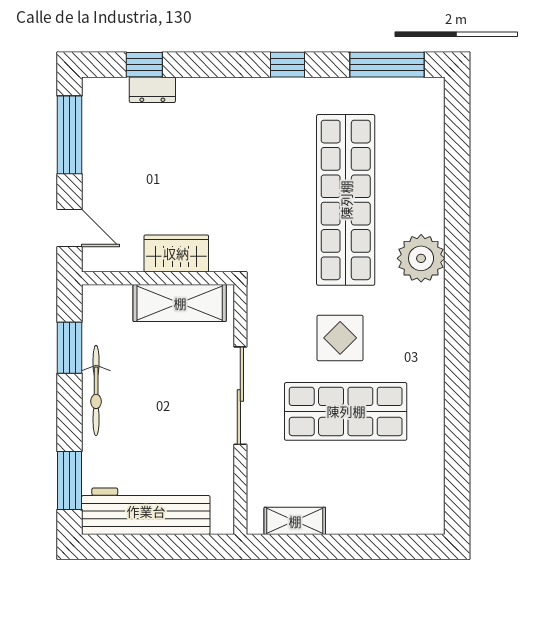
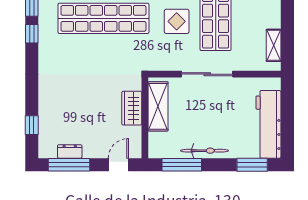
window: (288, 65) -> (32, 34), moved
dresser: (152, 90) -> (70, 151), moved, turned -90
window: (69, 348) -> (182, 165), width x1.44

